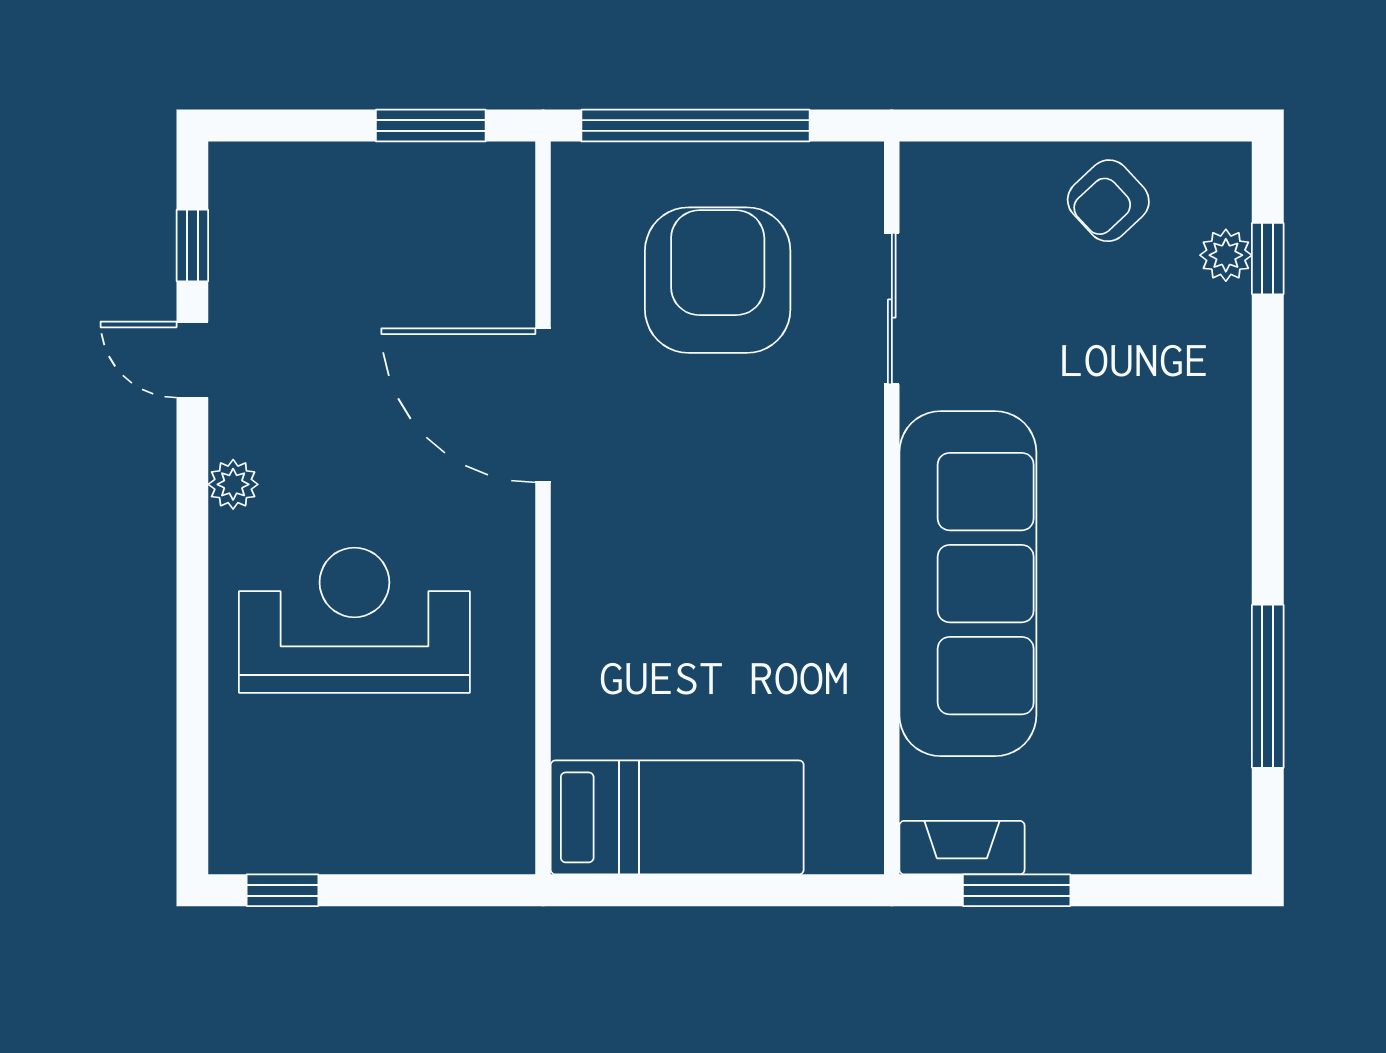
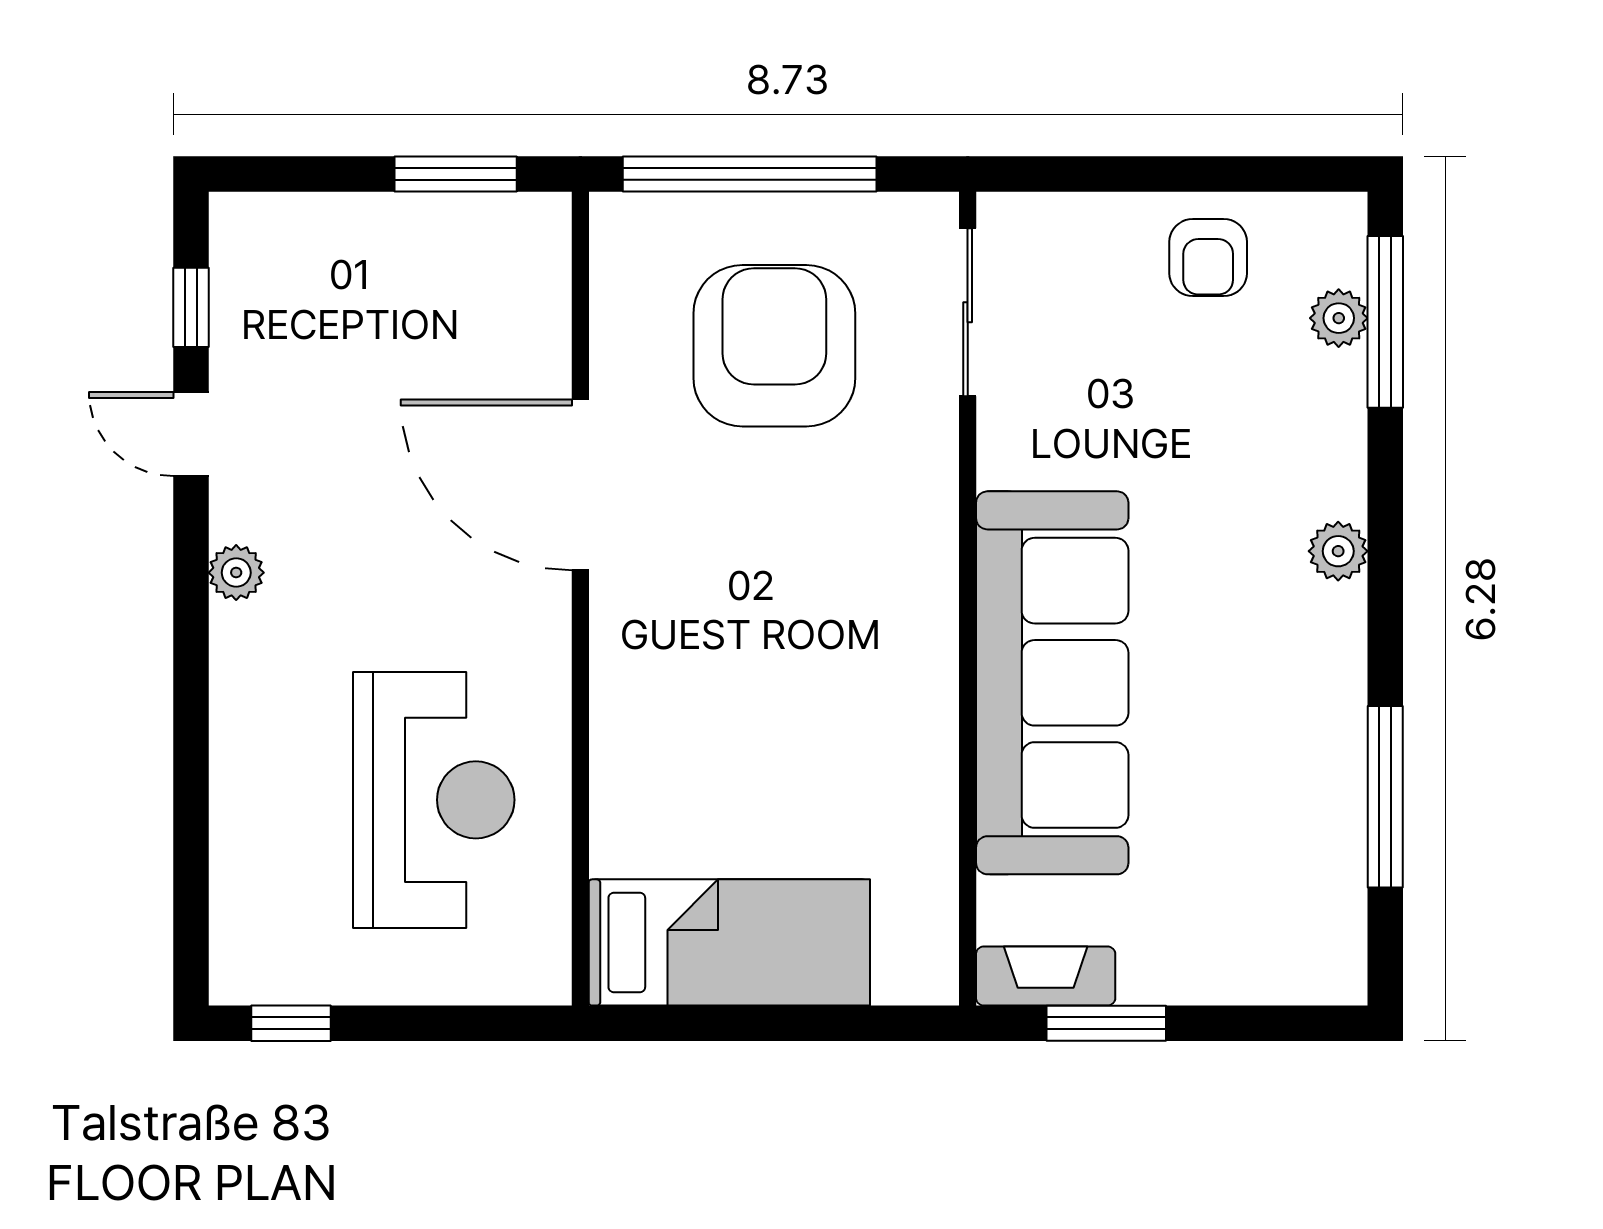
armchair: (1108, 201) -> (1208, 258), turned -47
window: (1268, 259) -> (1385, 322), width x2.17
sliding door: (892, 309) -> (968, 312), moved
plant: (1225, 465) -> (1338, 551), added
reception desk: (354, 620) -> (434, 800), moved, turned 90

